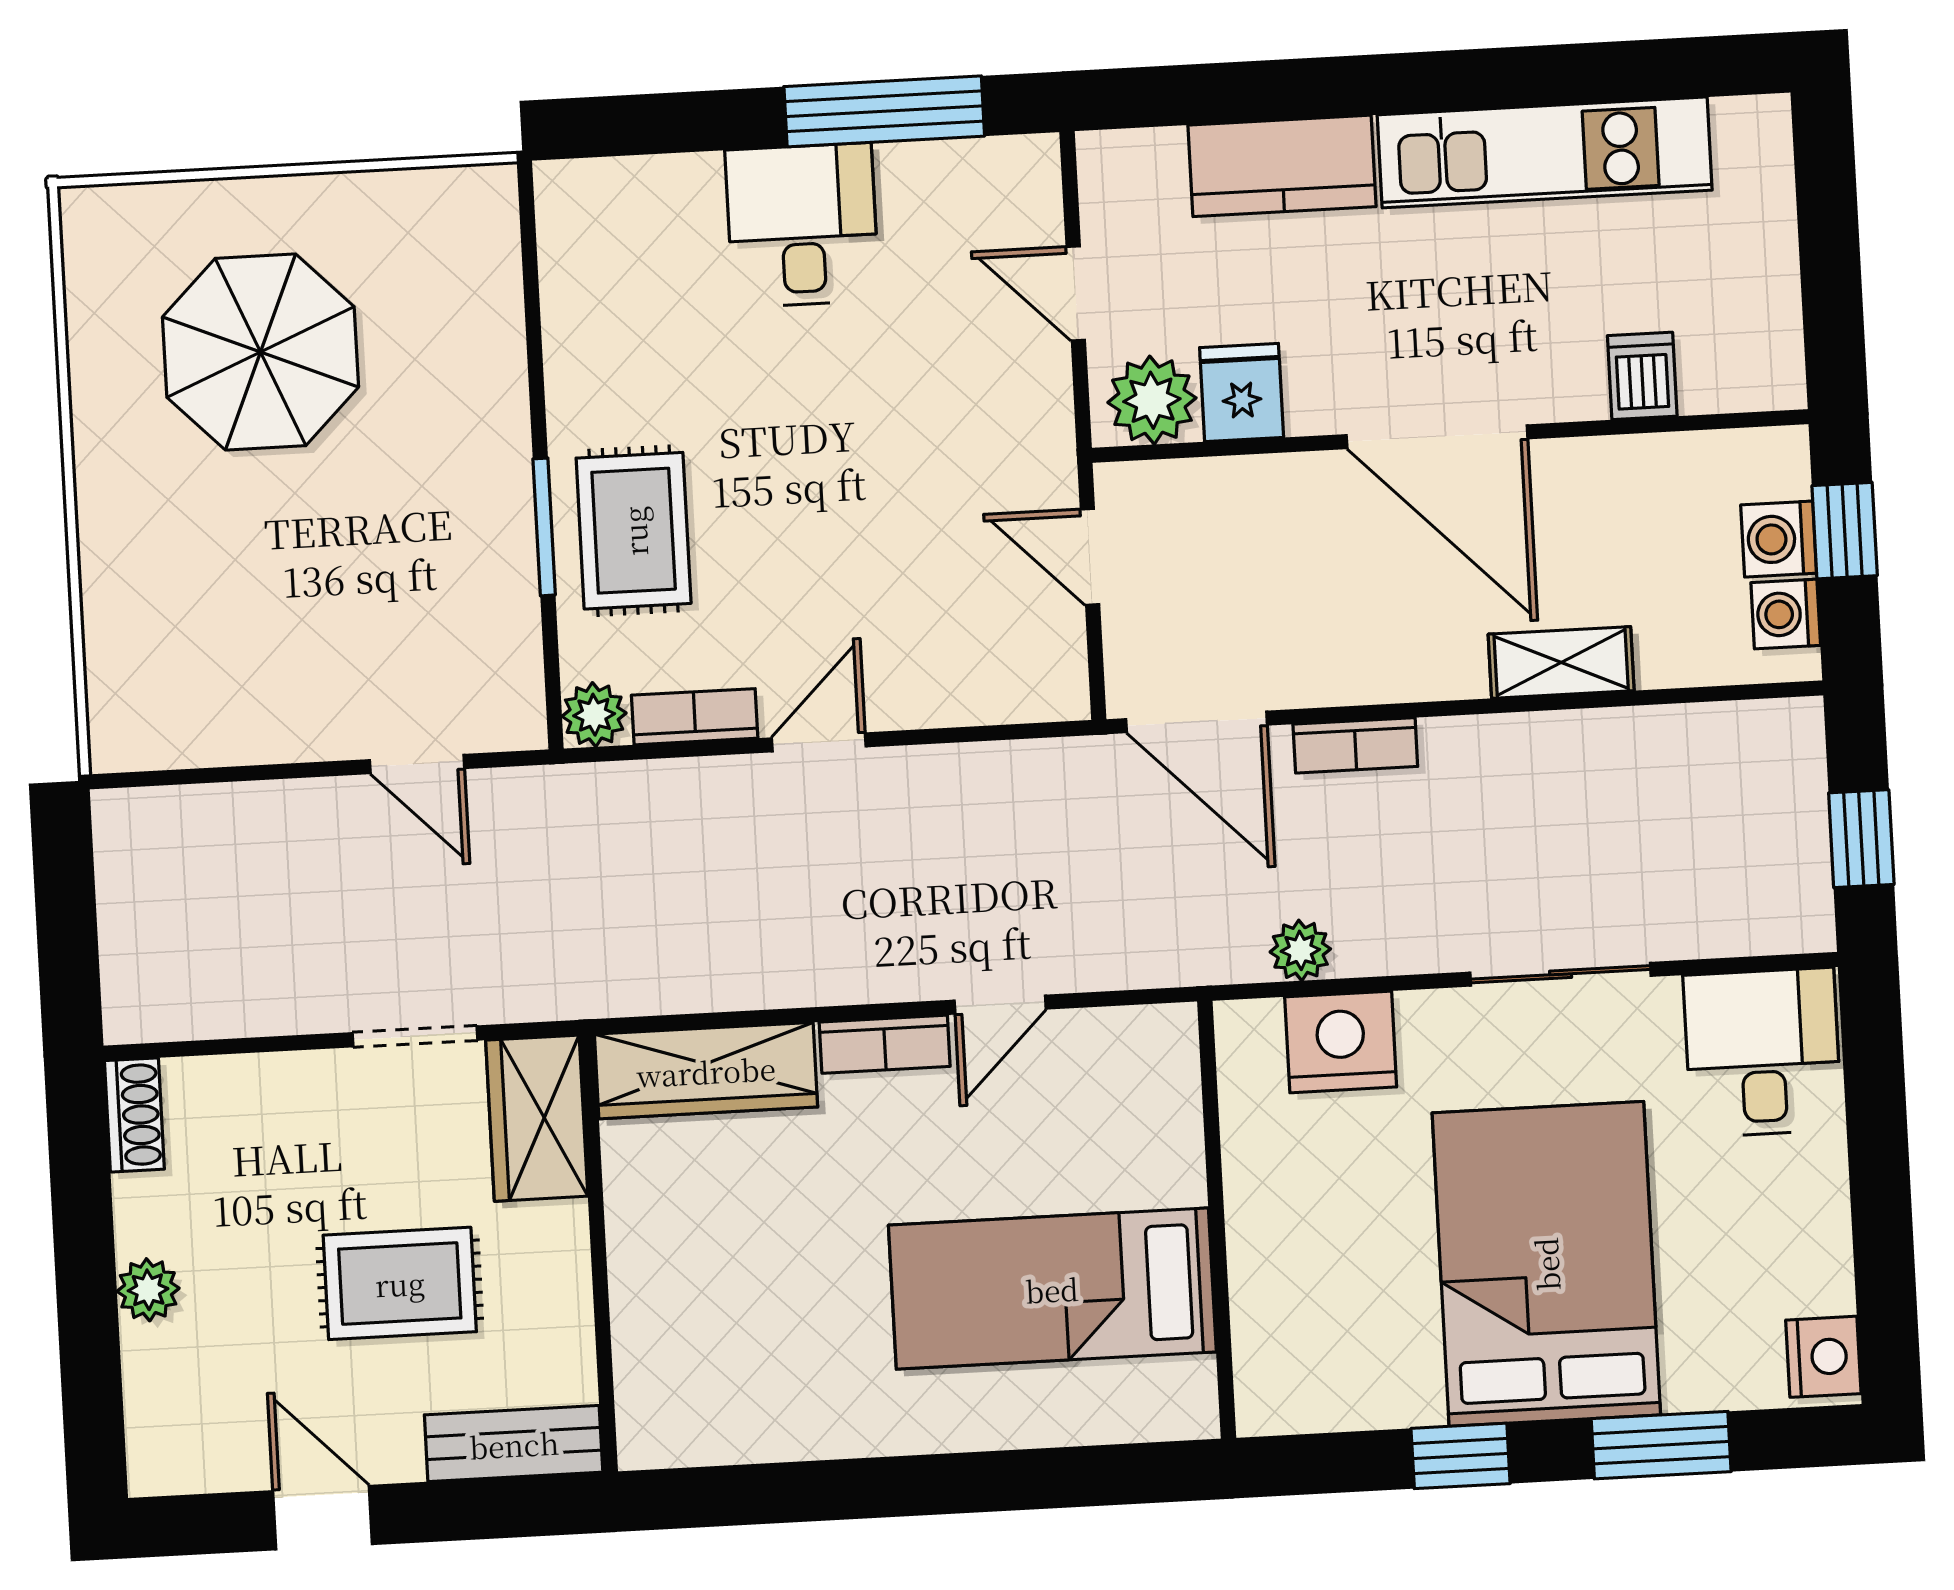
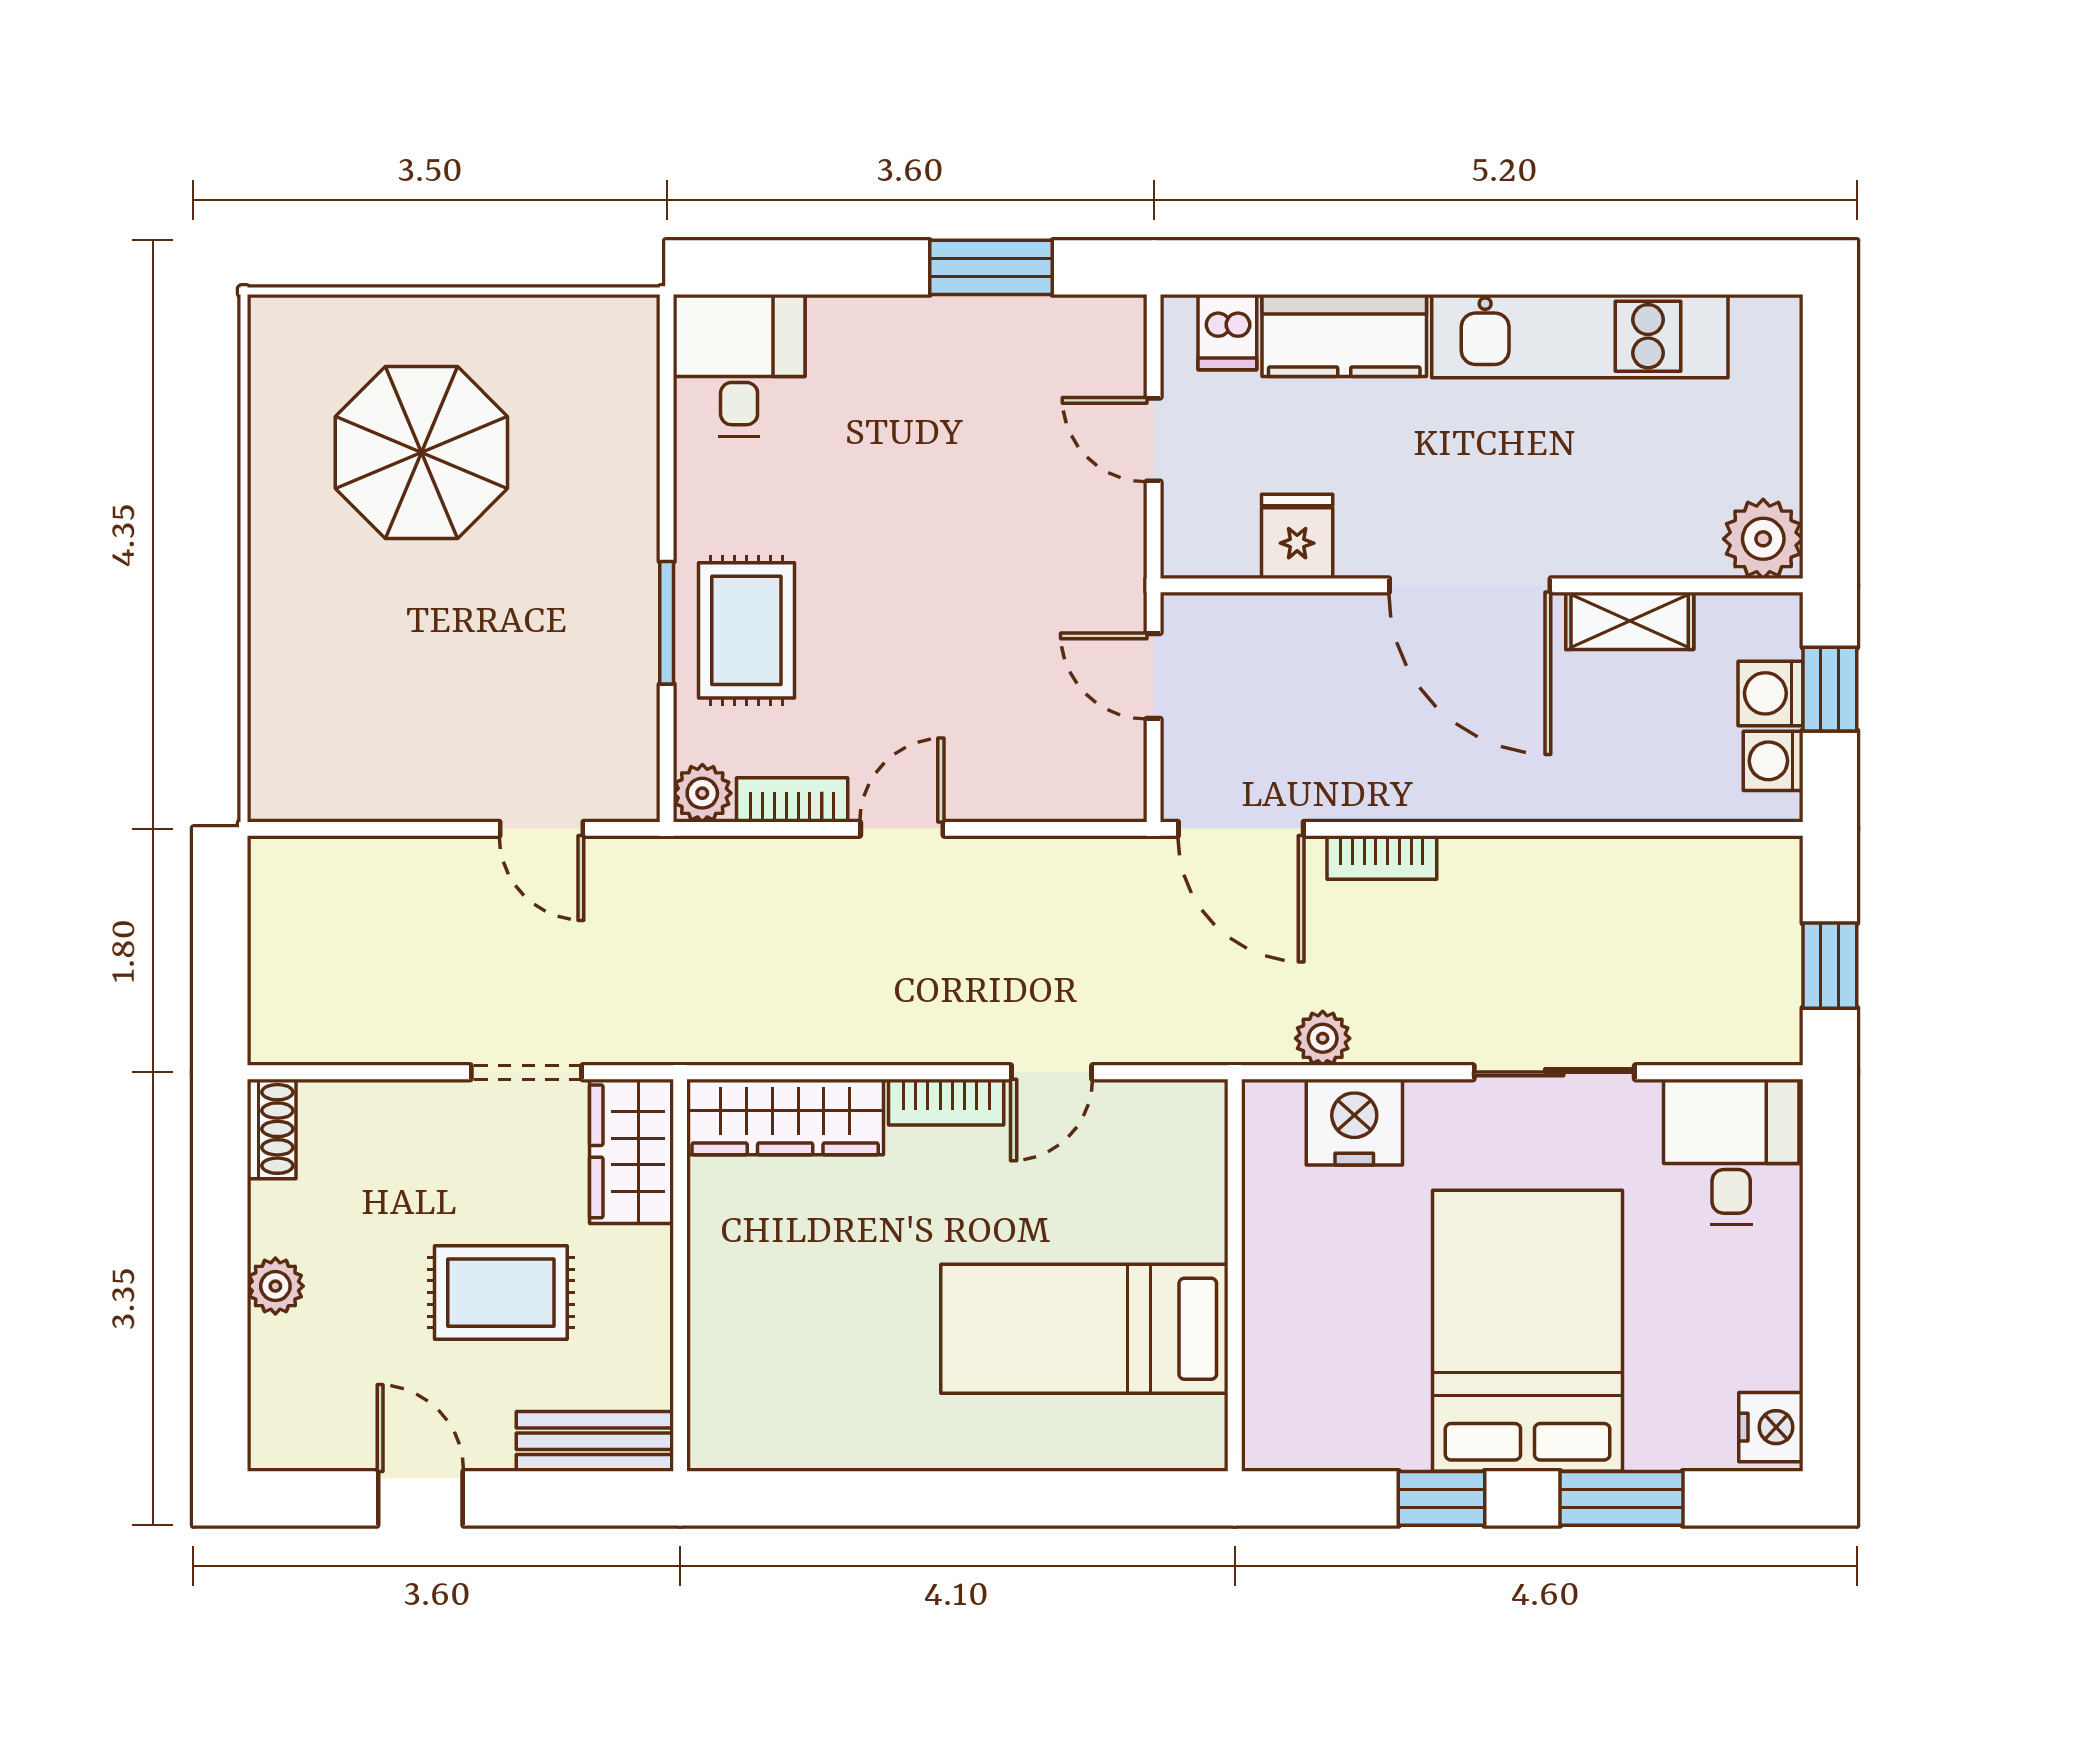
window: (884, 111) -> (991, 267), width x0.69
desk: (802, 225) -> (739, 365), moved
dishwasher: (1642, 376) -> (1227, 332), moved, turned 180
plant: (1152, 400) -> (1763, 539), moved
shelving: (1561, 662) -> (1630, 621), moved

